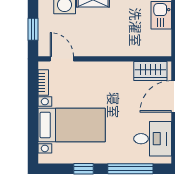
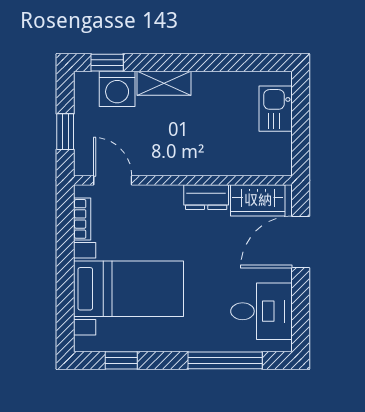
dresser: (119, 69) -> (206, 197), added
window: (83, 169) -> (121, 360), moved

